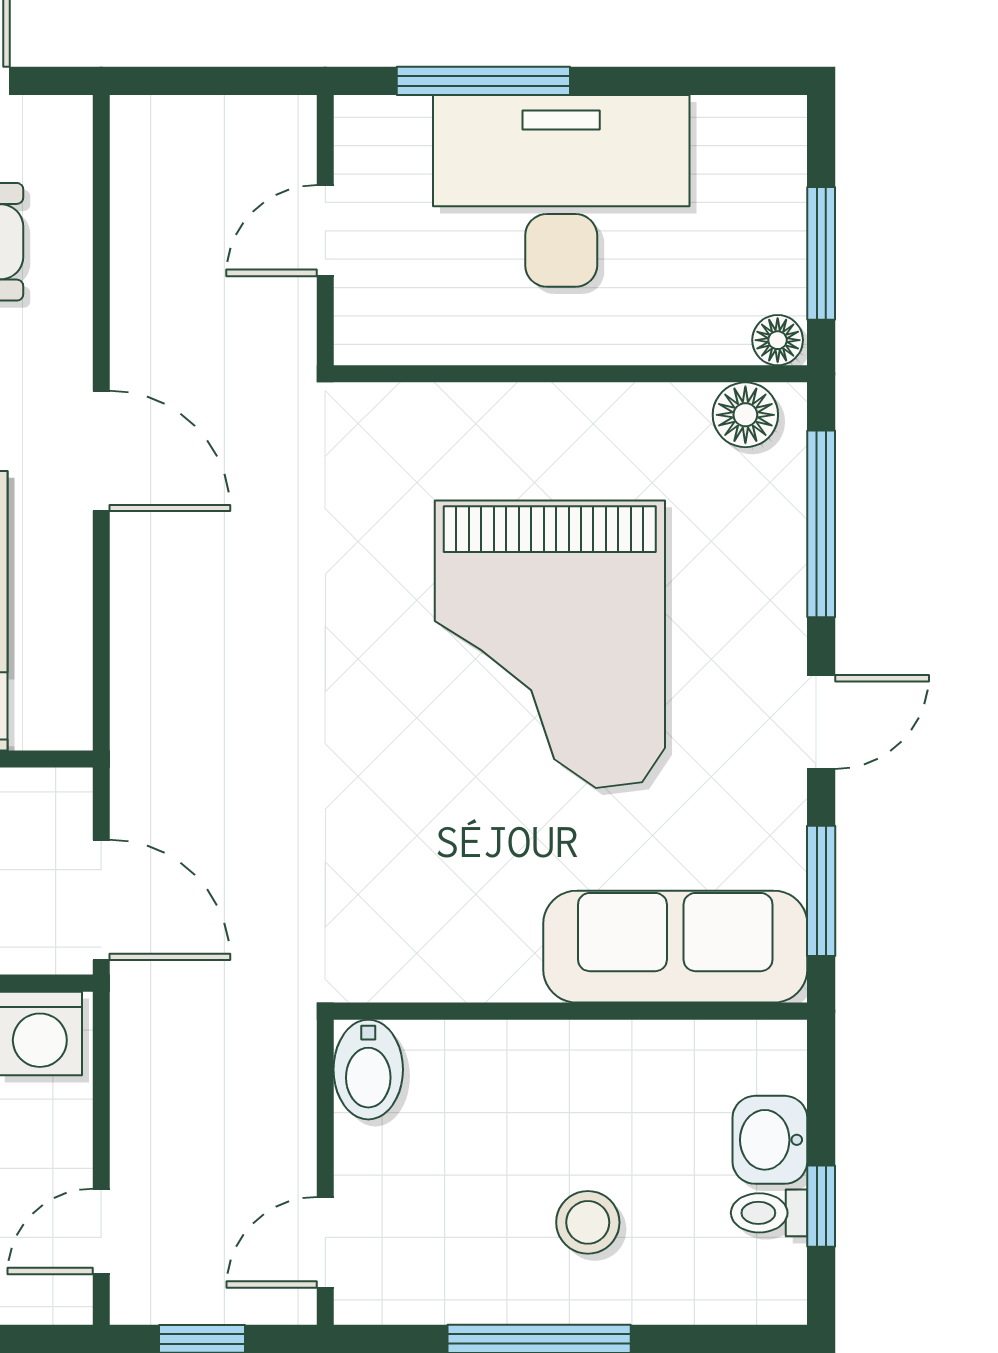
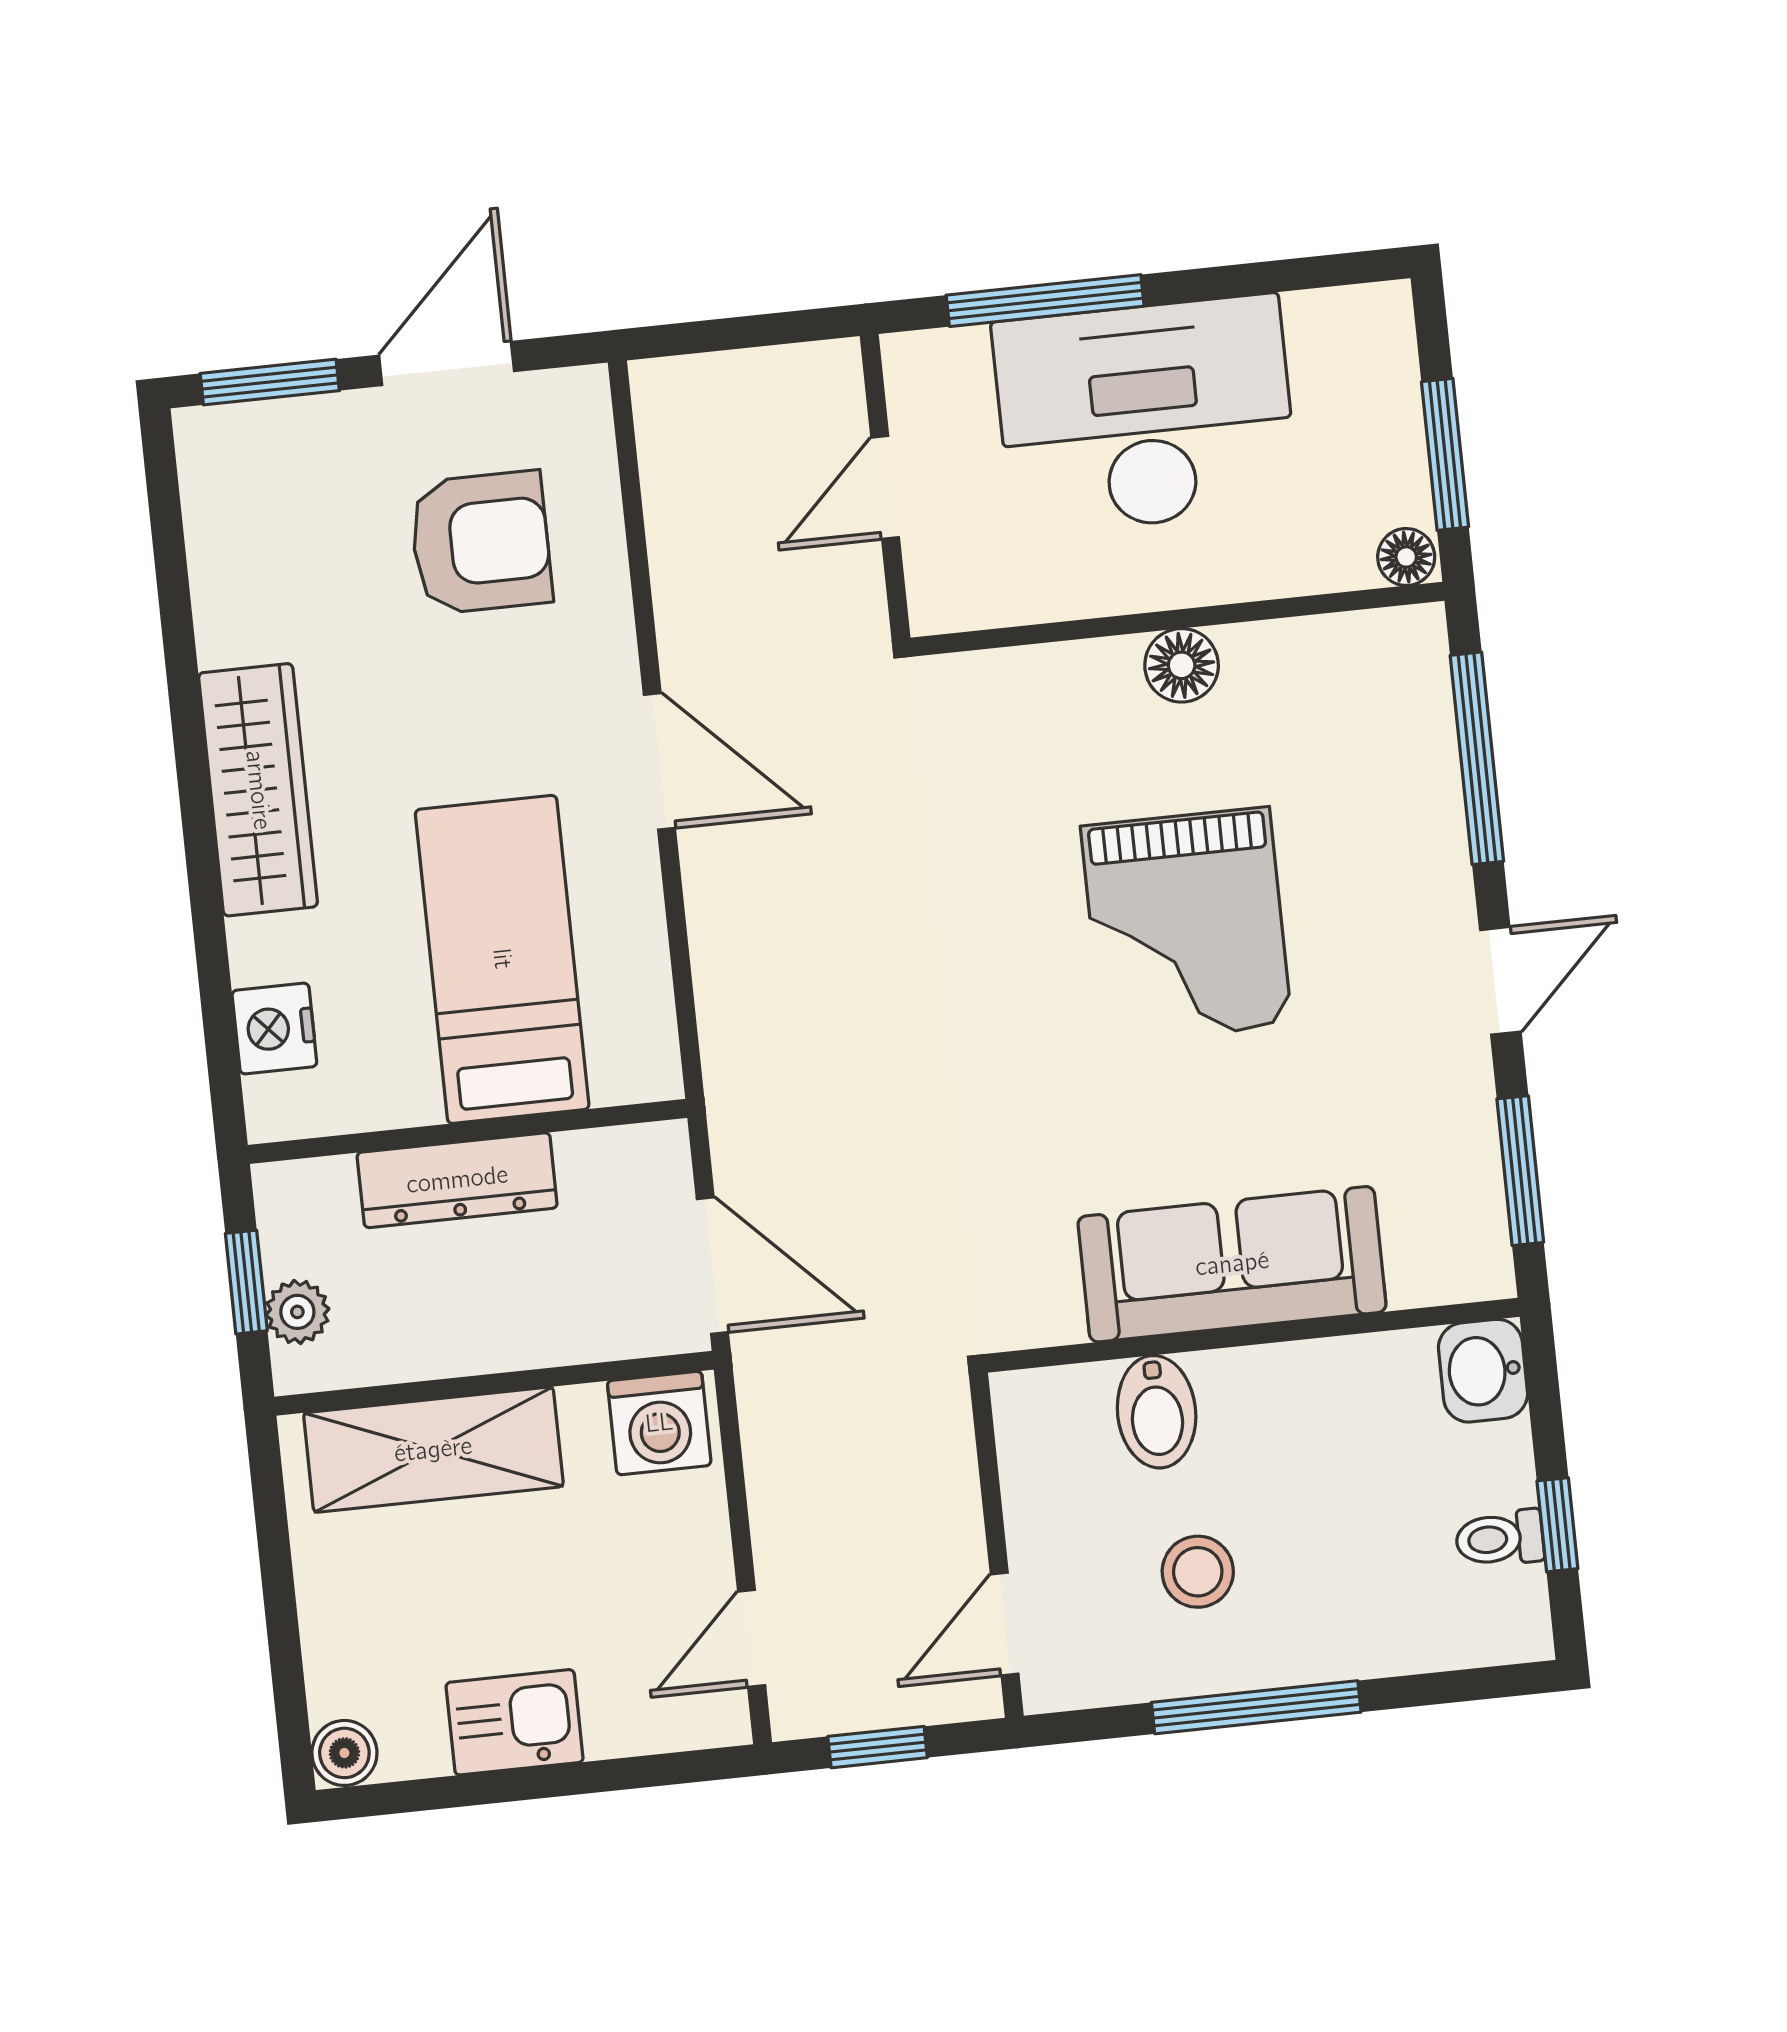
floor lamp: (745, 415) -> (1182, 665), moved
grand piano: (550, 644) -> (1186, 926), width x0.73, depth x0.68
sofa: (675, 947) -> (1232, 1264), moved
bidet: (368, 1070) -> (1157, 1412), moved
washbasin: (770, 1140) -> (1483, 1371), moved
stool: (588, 1222) -> (1198, 1572), moved

